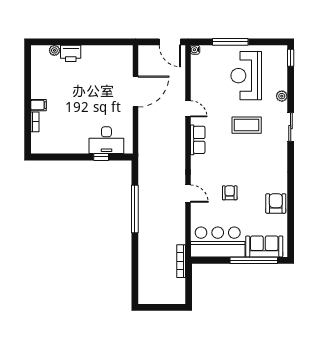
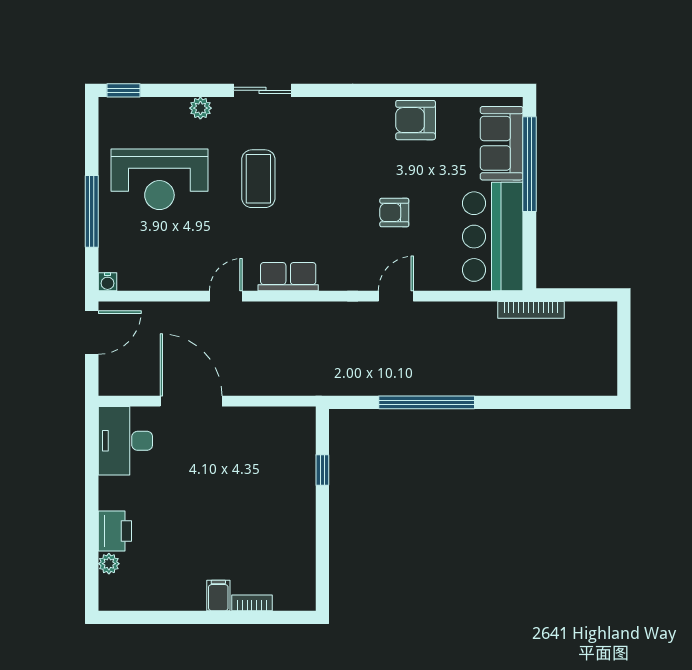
desk: (106, 140) -> (125, 441), moved, turned 180

